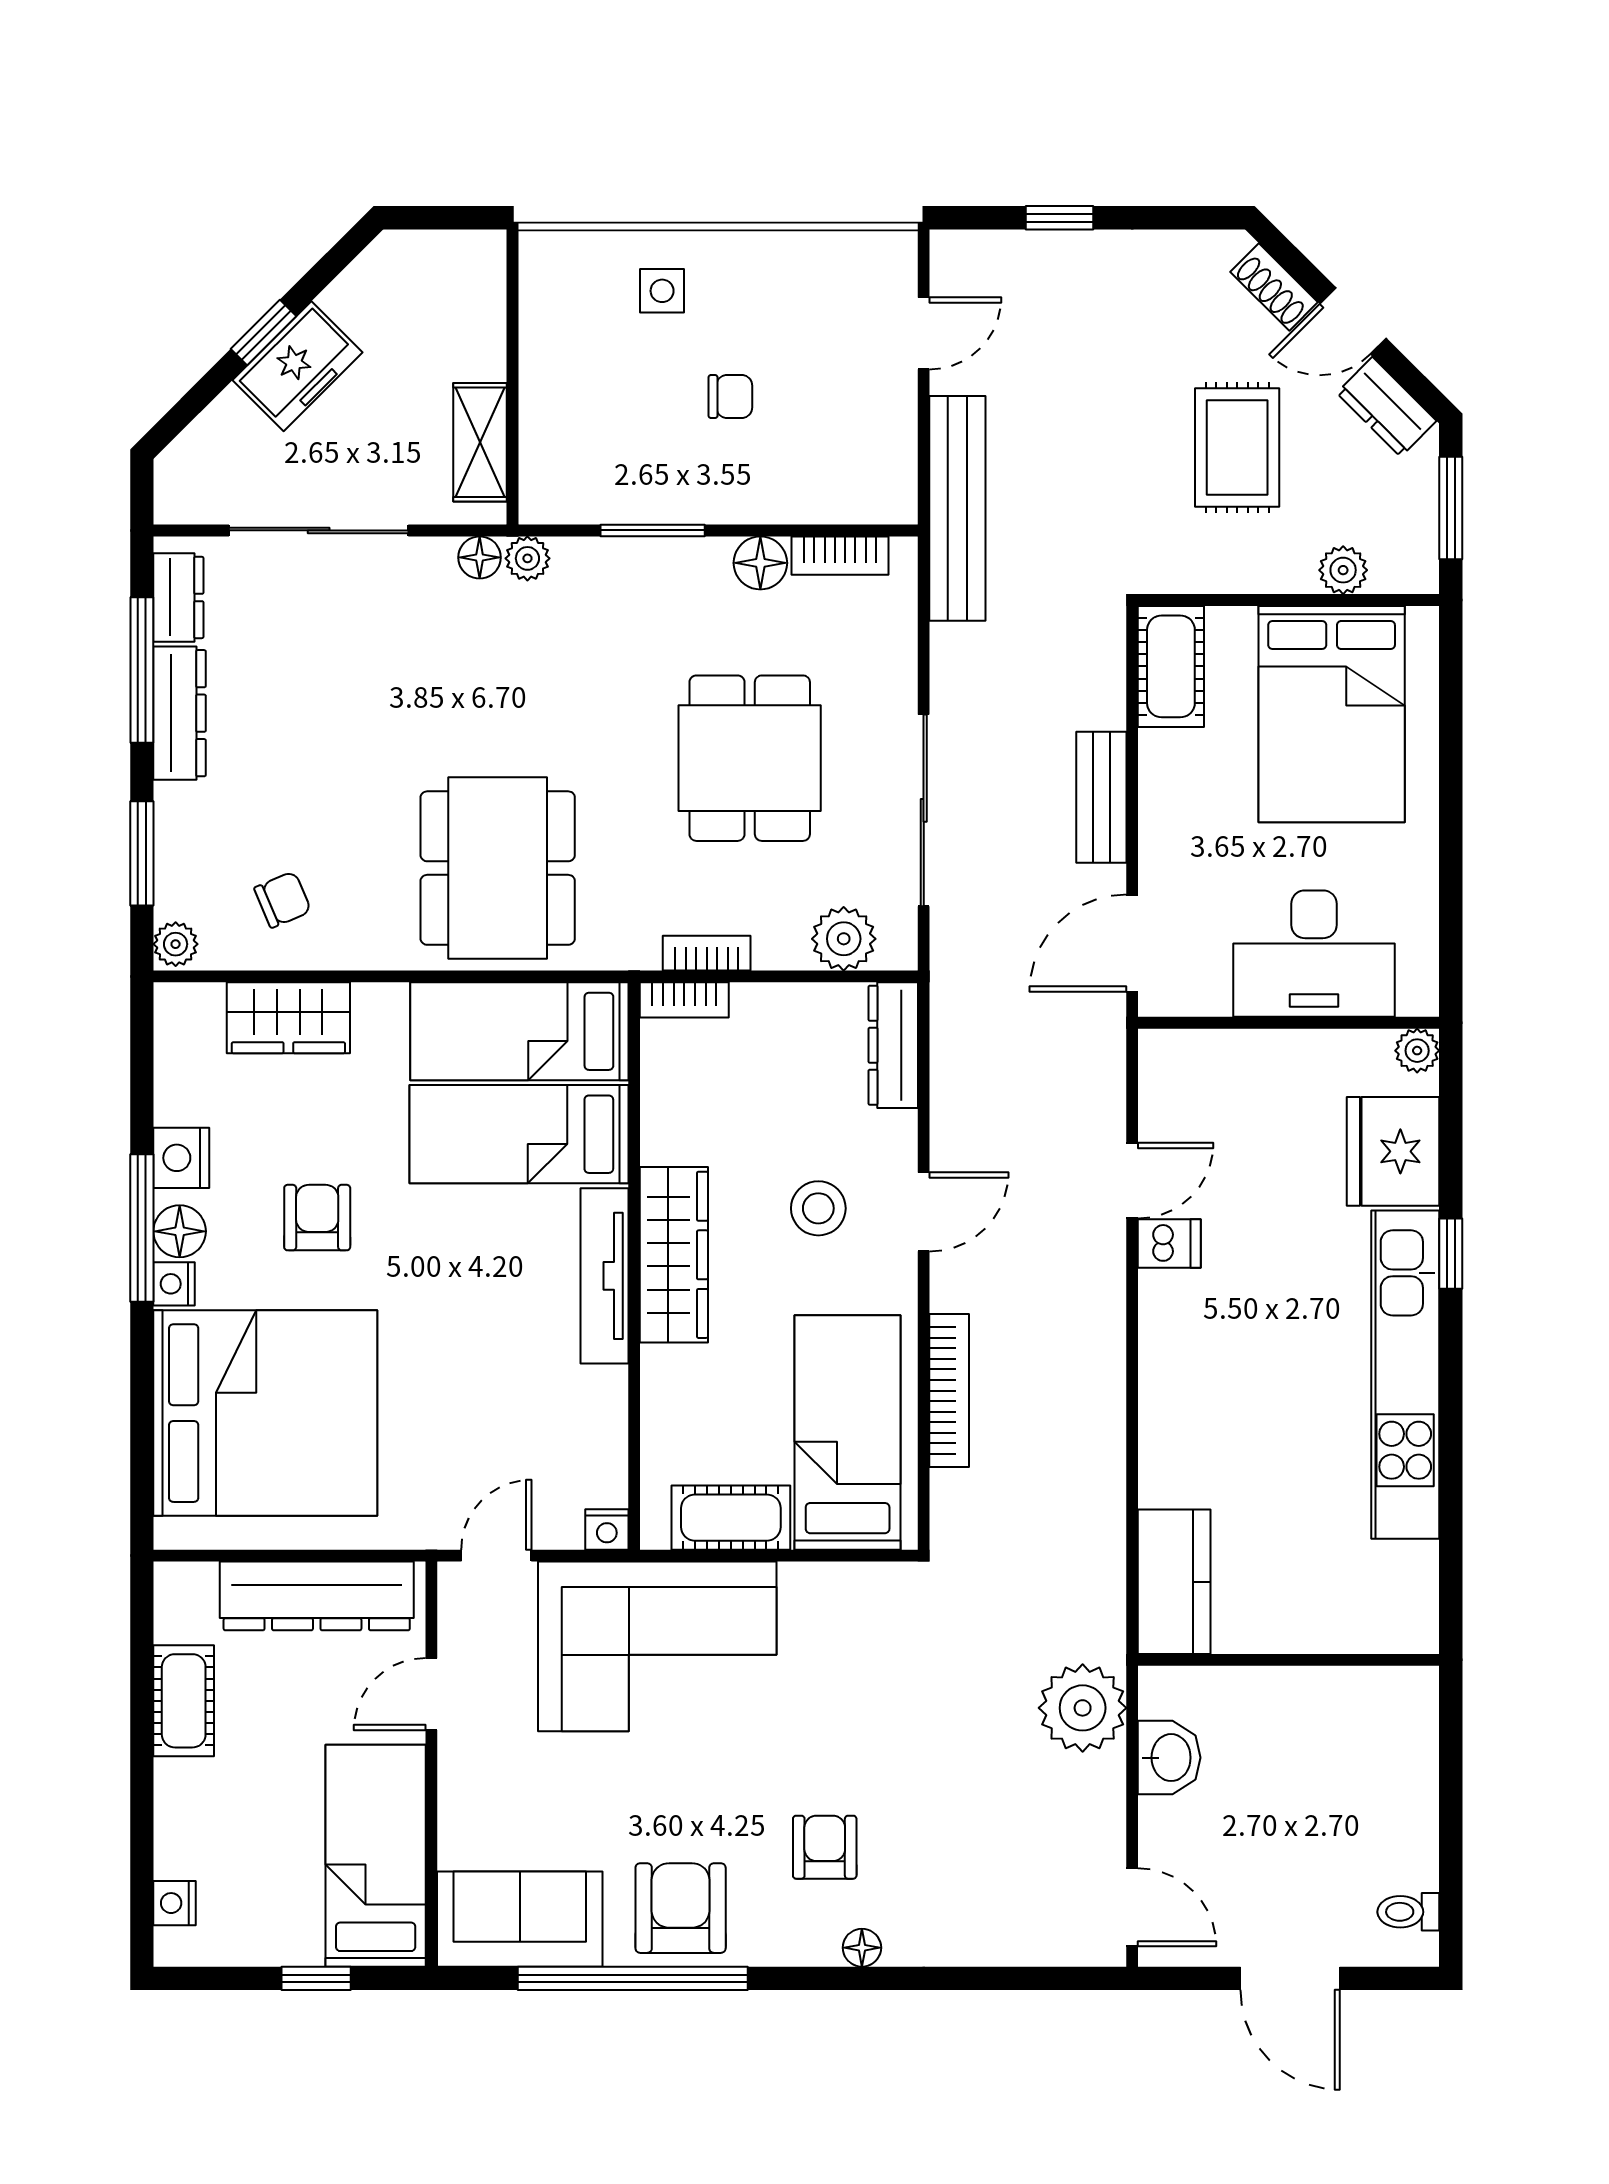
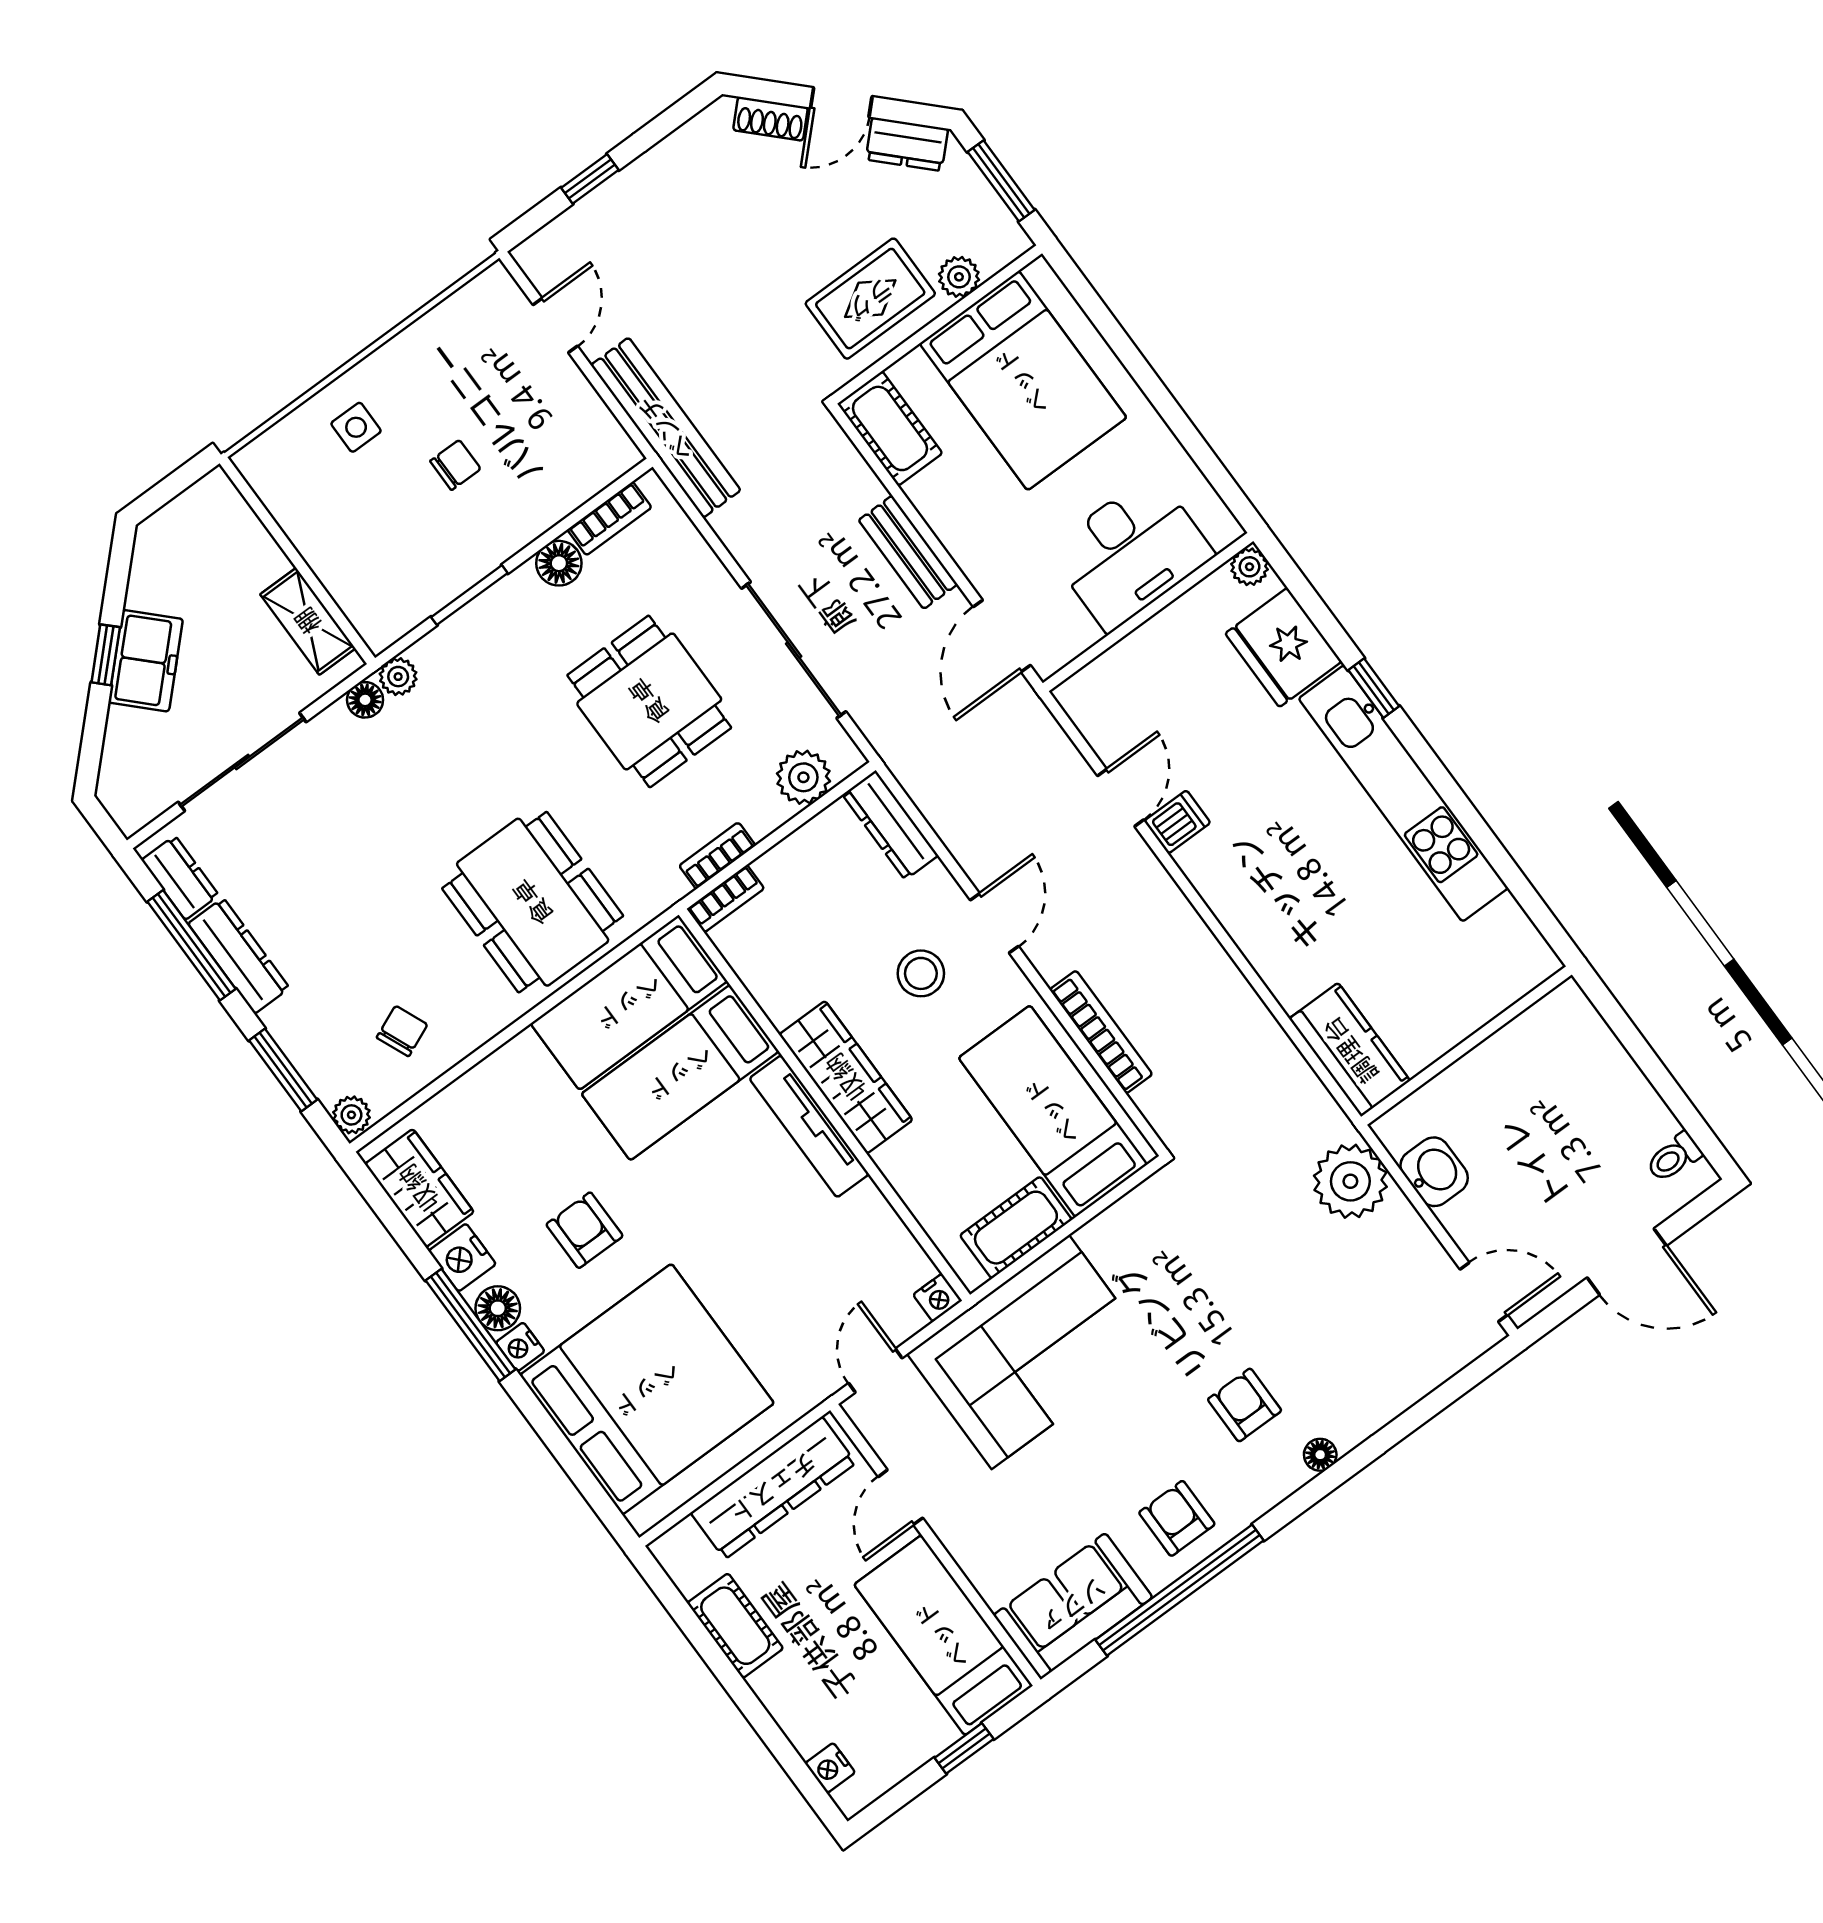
rug: (1237, 447) -> (870, 299), moved, turned 90
wardrobe: (288, 1018) -> (419, 1188), moved, turned -90
armchair: (681, 1908) -> (1177, 1518), width x0.72, depth x0.72

